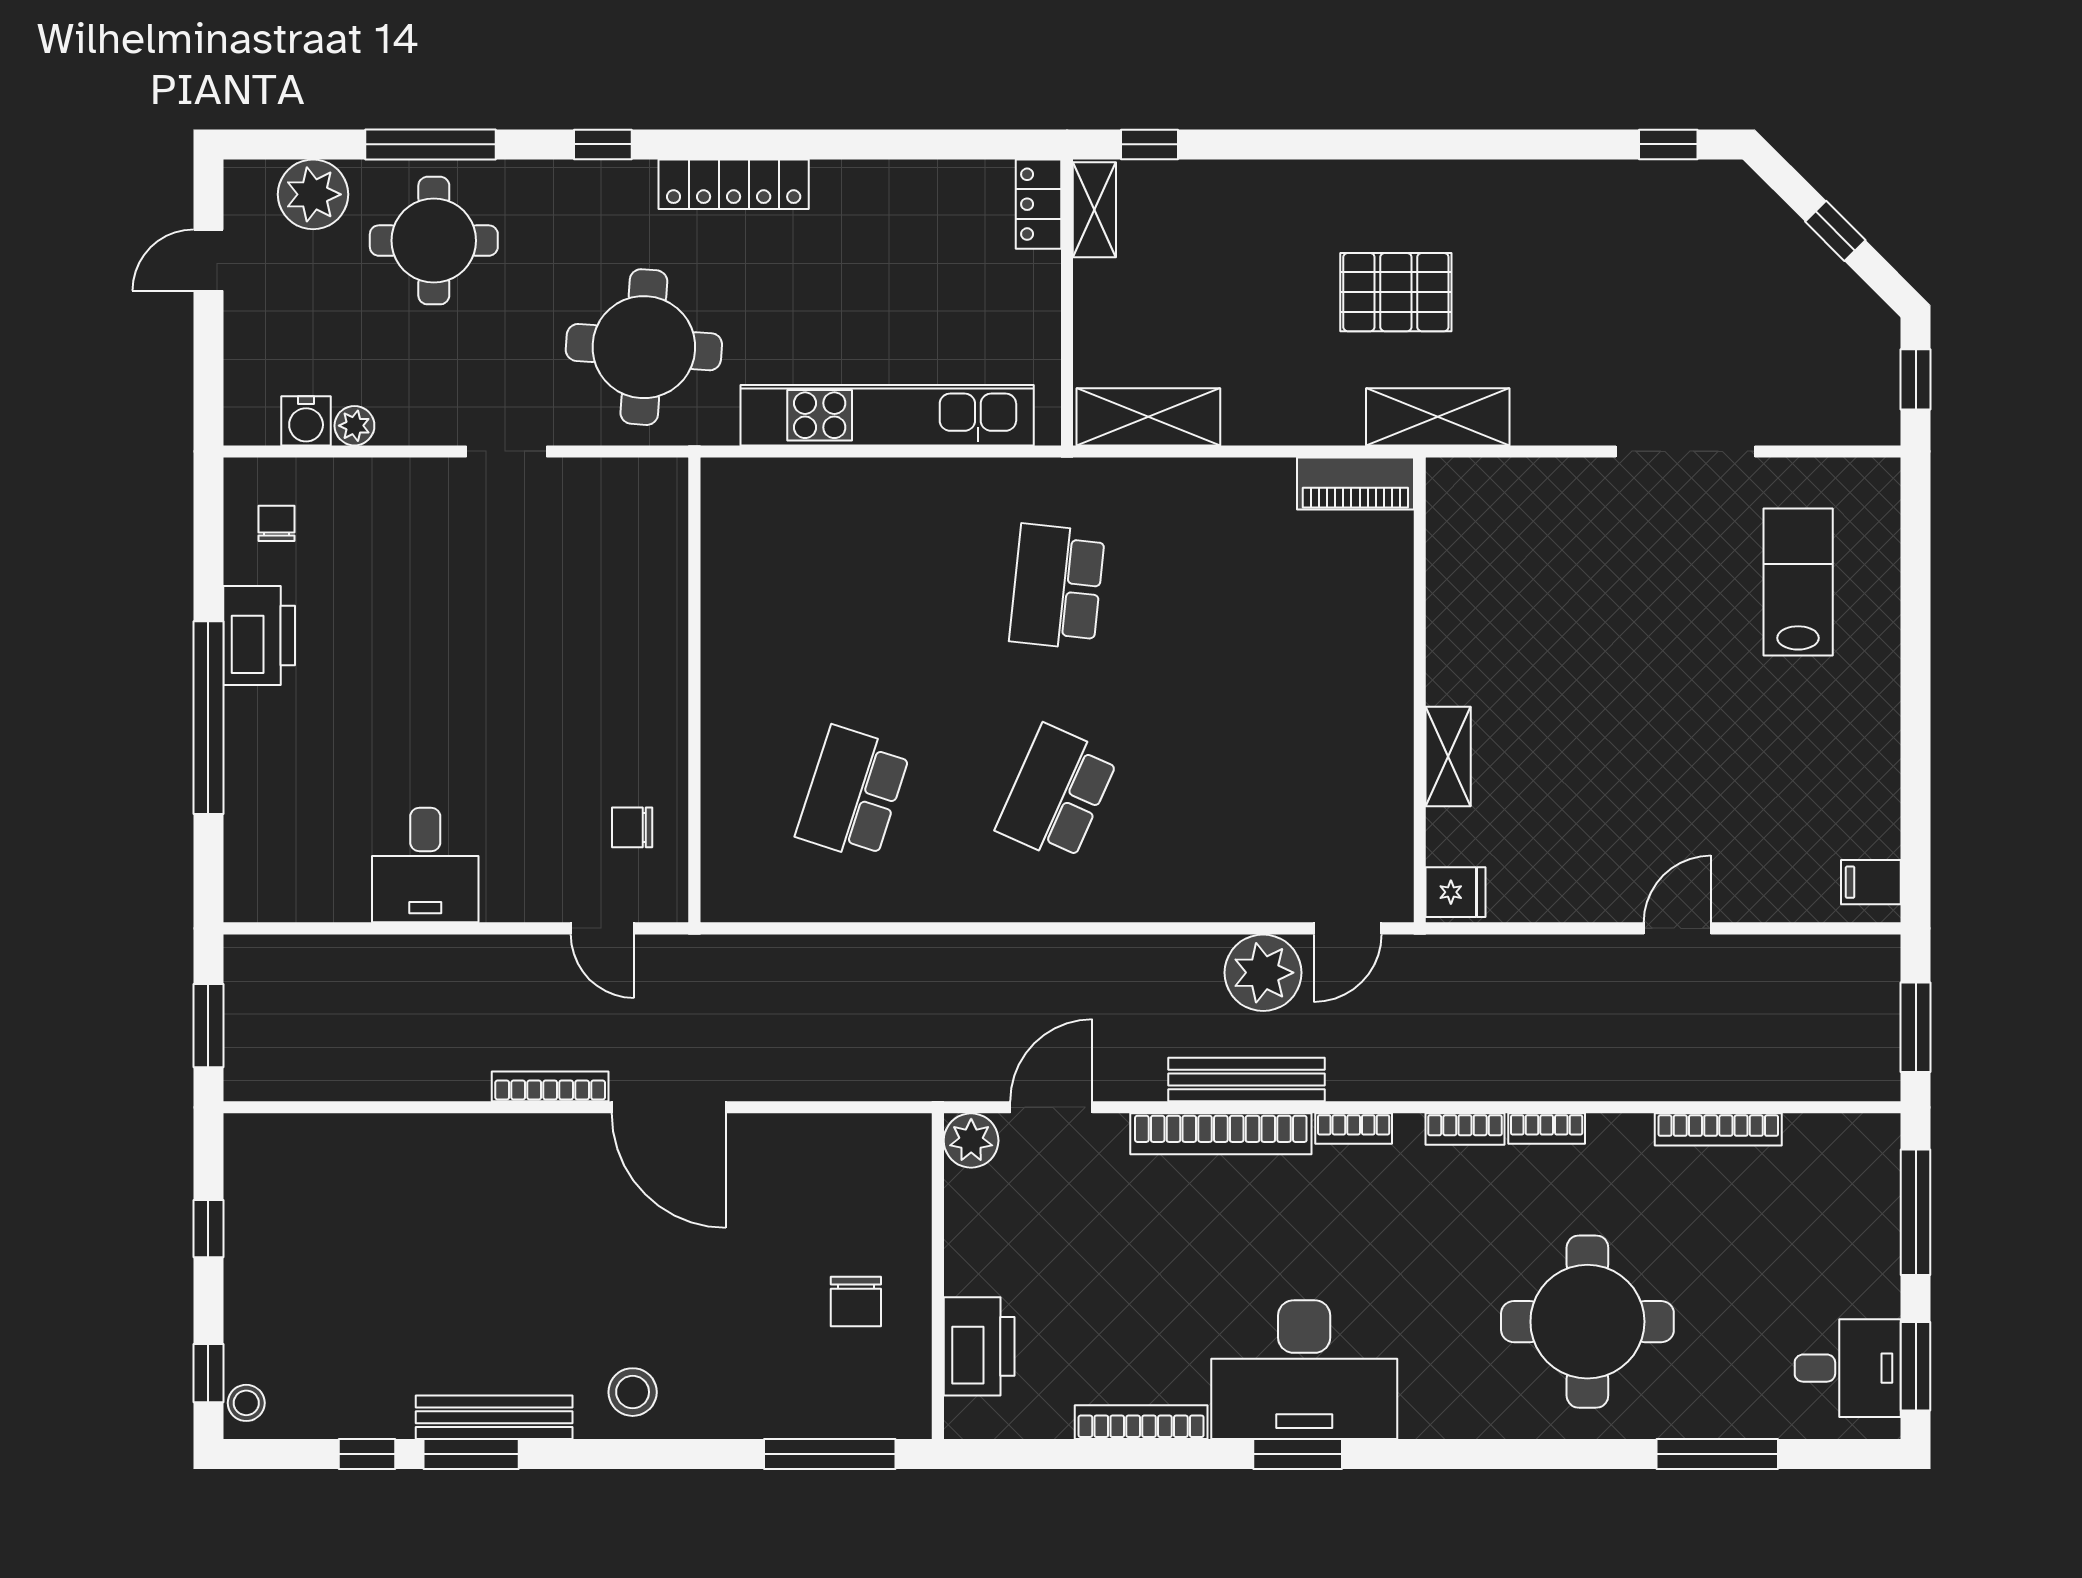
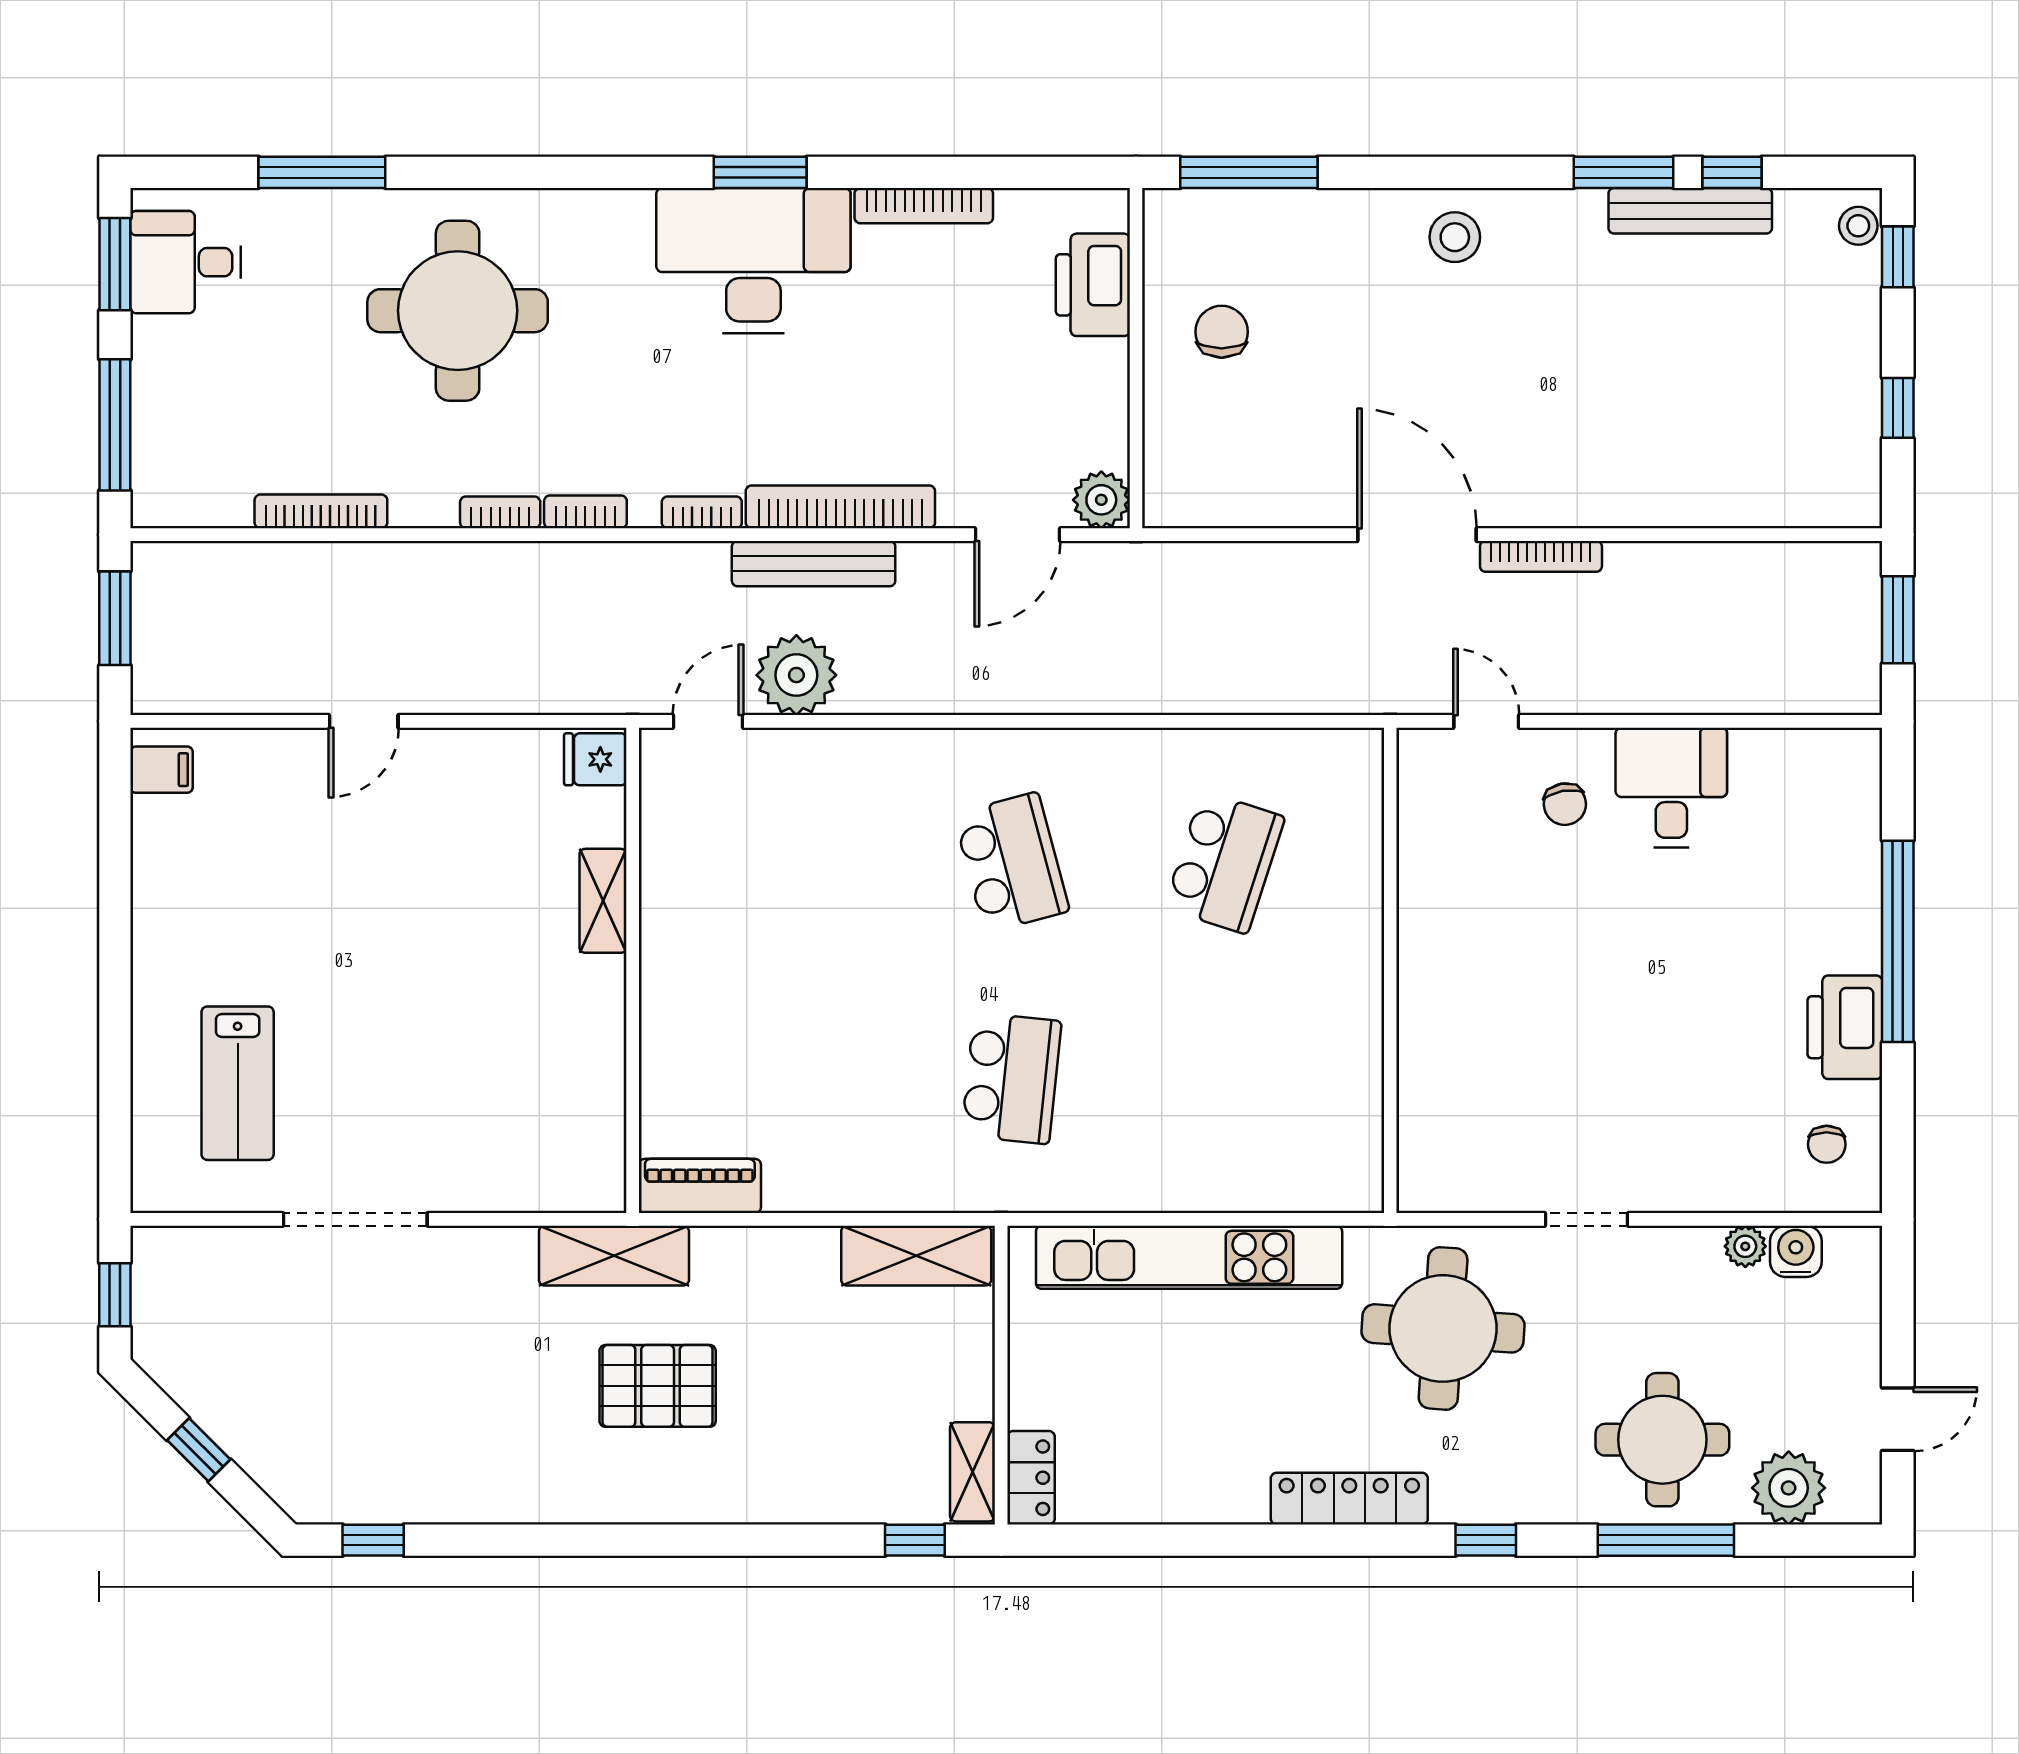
school desk: (1057, 793) -> (1011, 862), turned -39
chair: (632, 827) -> (1565, 804), moved, turned 80
bench: (494, 1417) -> (1690, 211), moved

